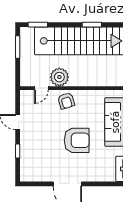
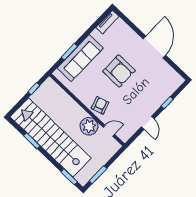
armchair: (77, 140) -> (119, 71), turned 180

